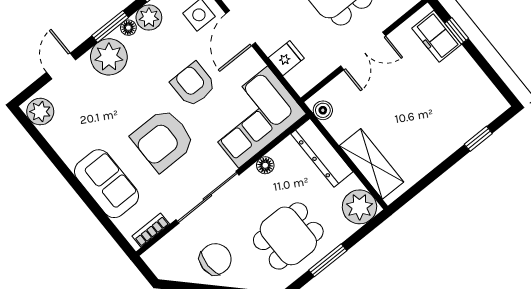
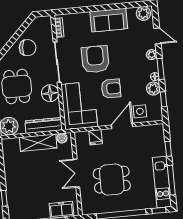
door: (241, 28) -> (122, 126), hinge flipped
plant: (109, 57) -> (152, 55), width x0.53, depth x0.53
shelving: (372, 164) -> (38, 143), moved
floor lamp: (265, 165) -> (50, 93), width x1.89, depth x1.89
sofa: (106, 184) -> (109, 20), moved
chair: (215, 259) -> (28, 48), turned -84

